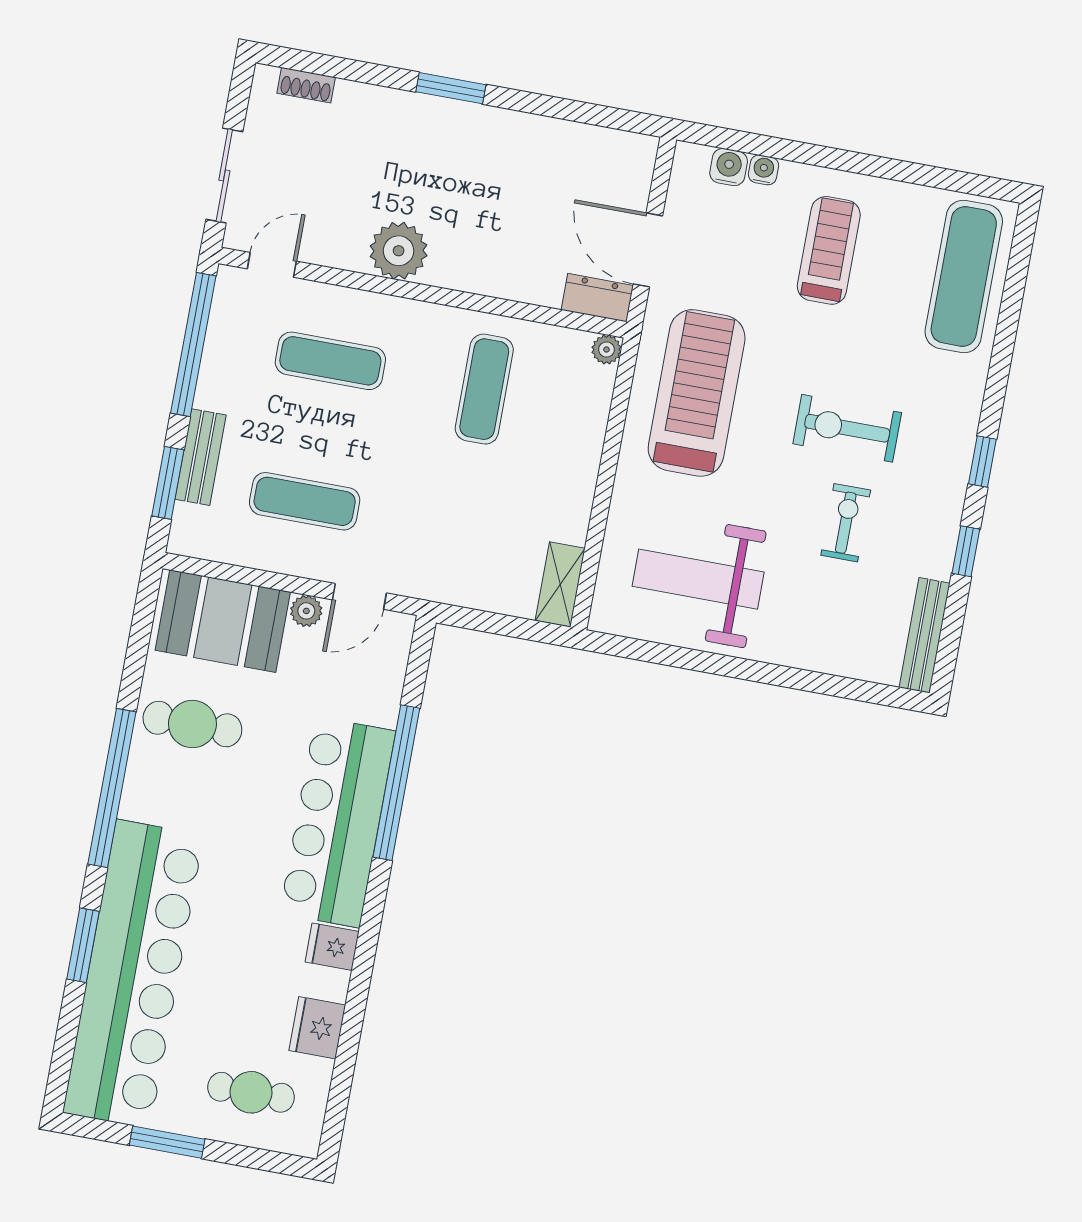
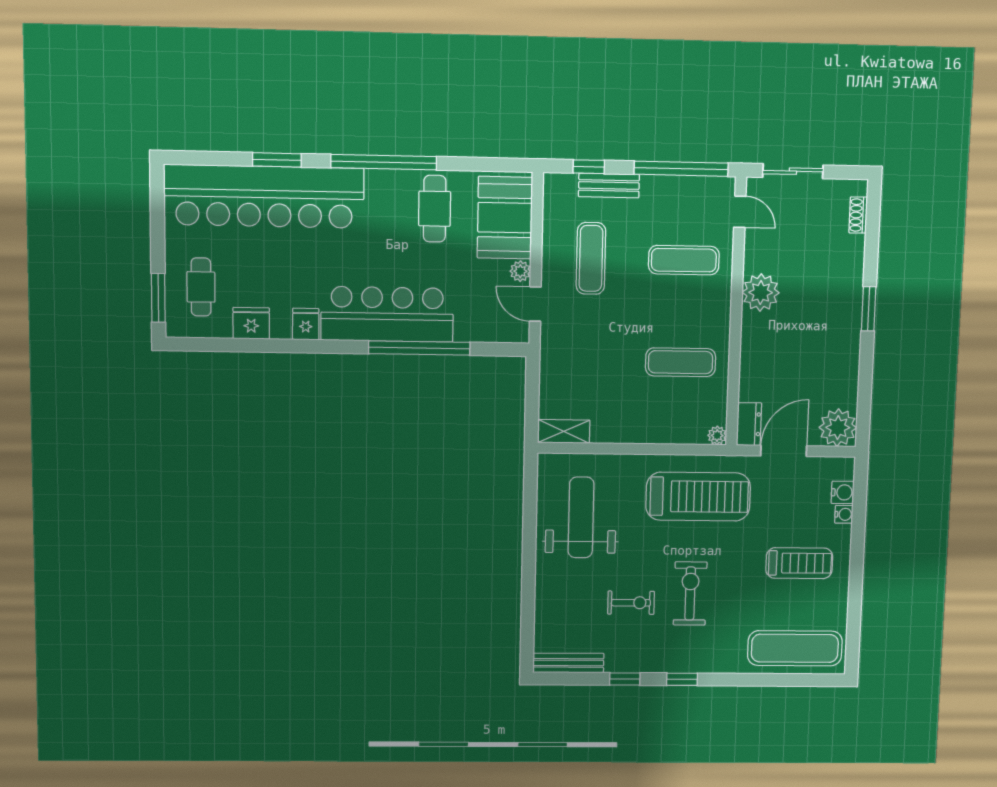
plant: (626, 161) -> (838, 428), added
exercise mat: (330, 361) -> (684, 260), turned 90
window: (168, 483) -> (589, 167), width x0.67
window: (167, 1142) -> (158, 298), moved

